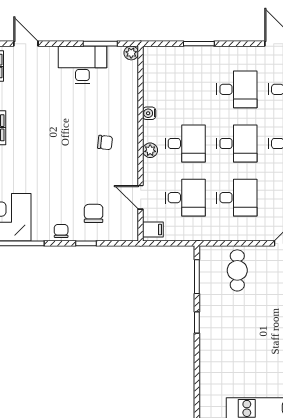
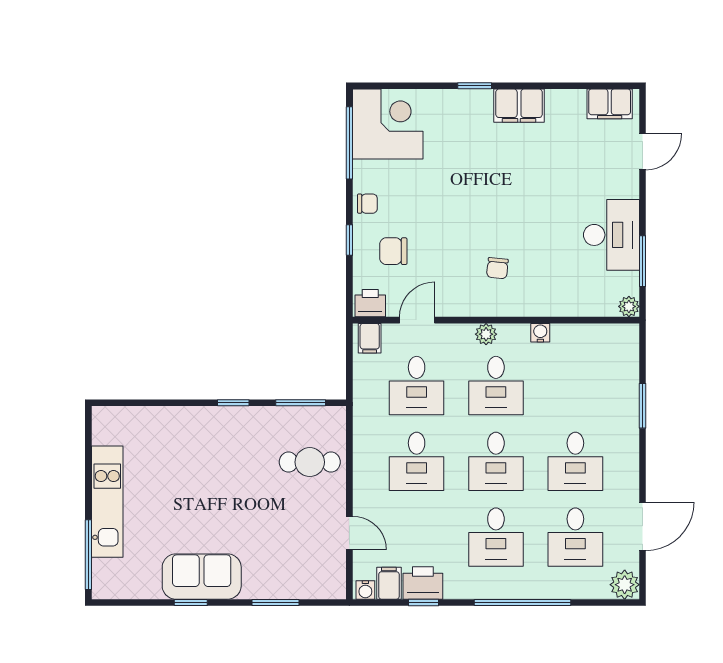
chair: (94, 213) -> (393, 251), turned 180
printer: (129, 229) -> (370, 303), added

